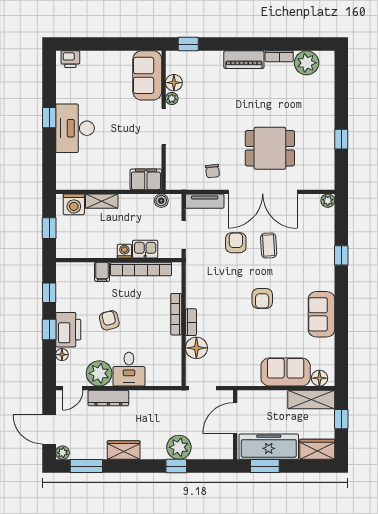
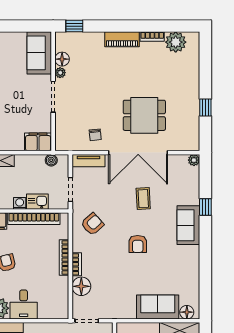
armchair: (236, 243) -> (92, 224), moved, turned 48
sofa: (321, 314) -> (188, 225), moved

